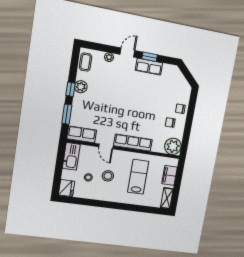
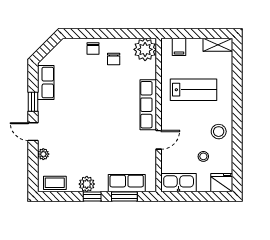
row of seats: (149, 67) -> (46, 83), moved
row of seats: (82, 134) -> (127, 183), moved, turned 90
filing cabinet: (169, 175) -> (179, 47), width x0.50
stool: (108, 176) -> (219, 132), moved
lab bench: (138, 177) -> (193, 90), turned 180

